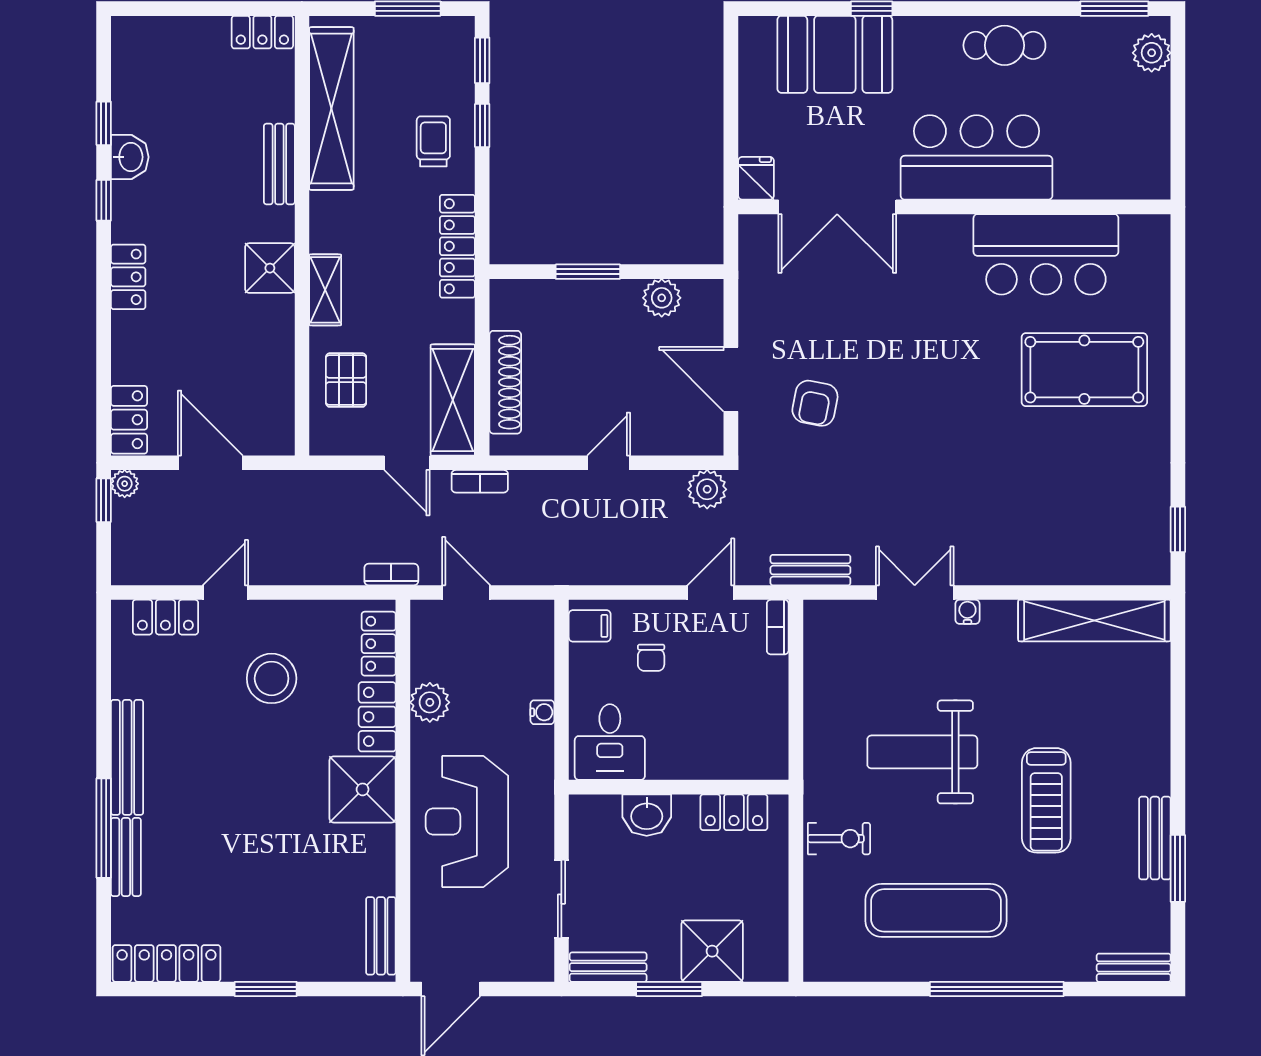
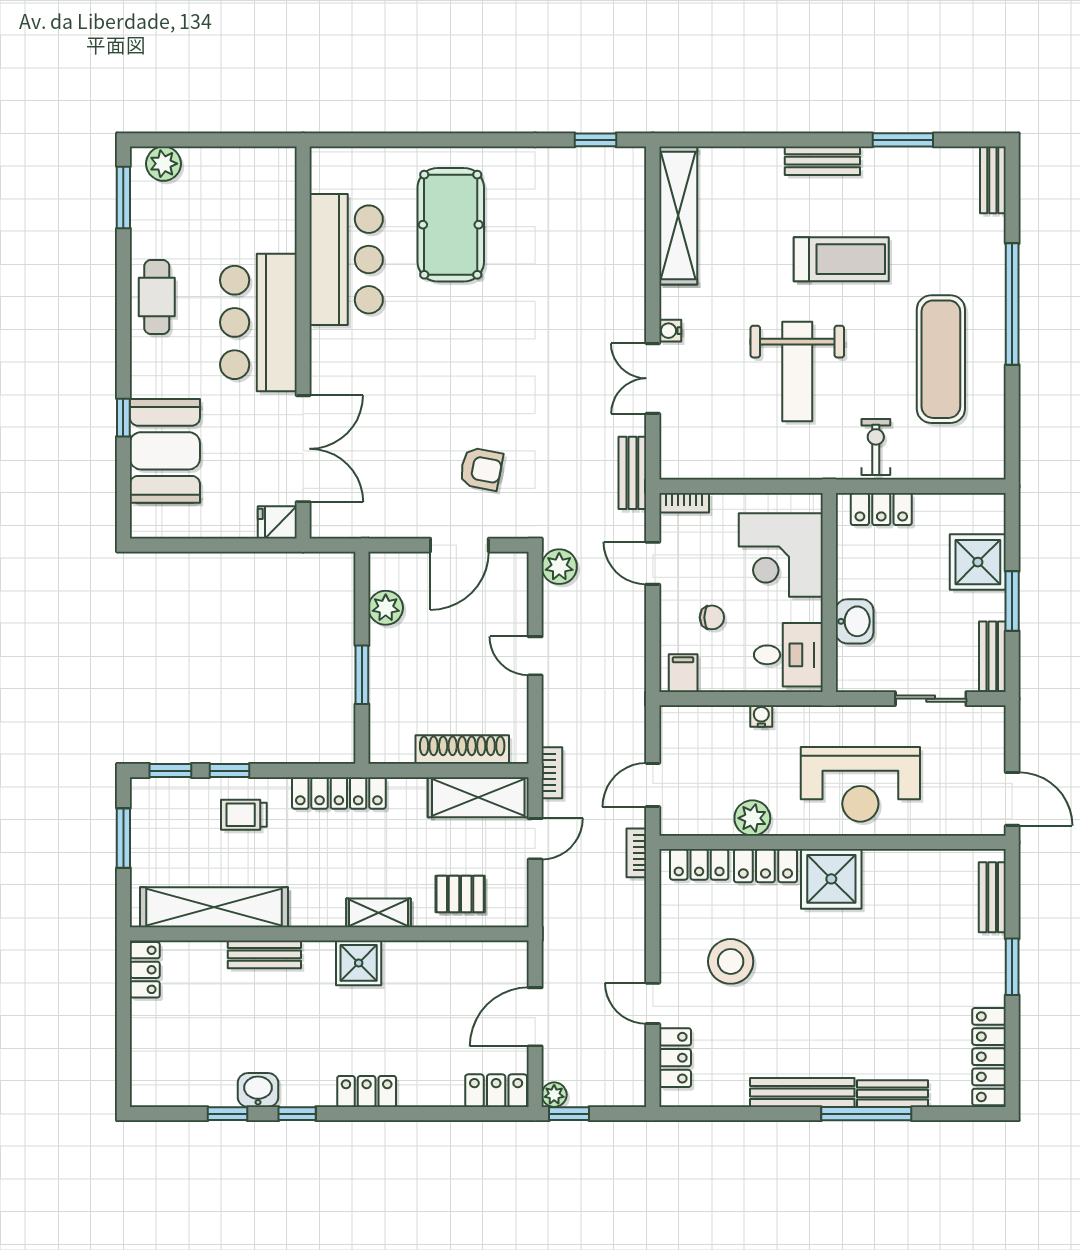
corner desk: (720, 734) -> (781, 555), added
locker: (734, 812) -> (881, 509), moved, turned 90
bench: (1155, 838) -> (822, 161), moved
bench: (381, 936) -> (992, 897), moved, turned 90

